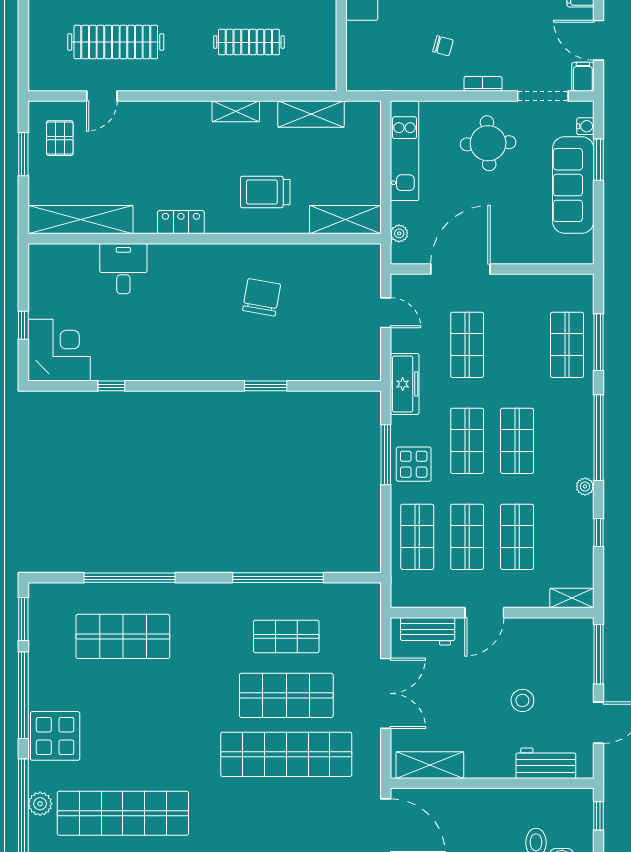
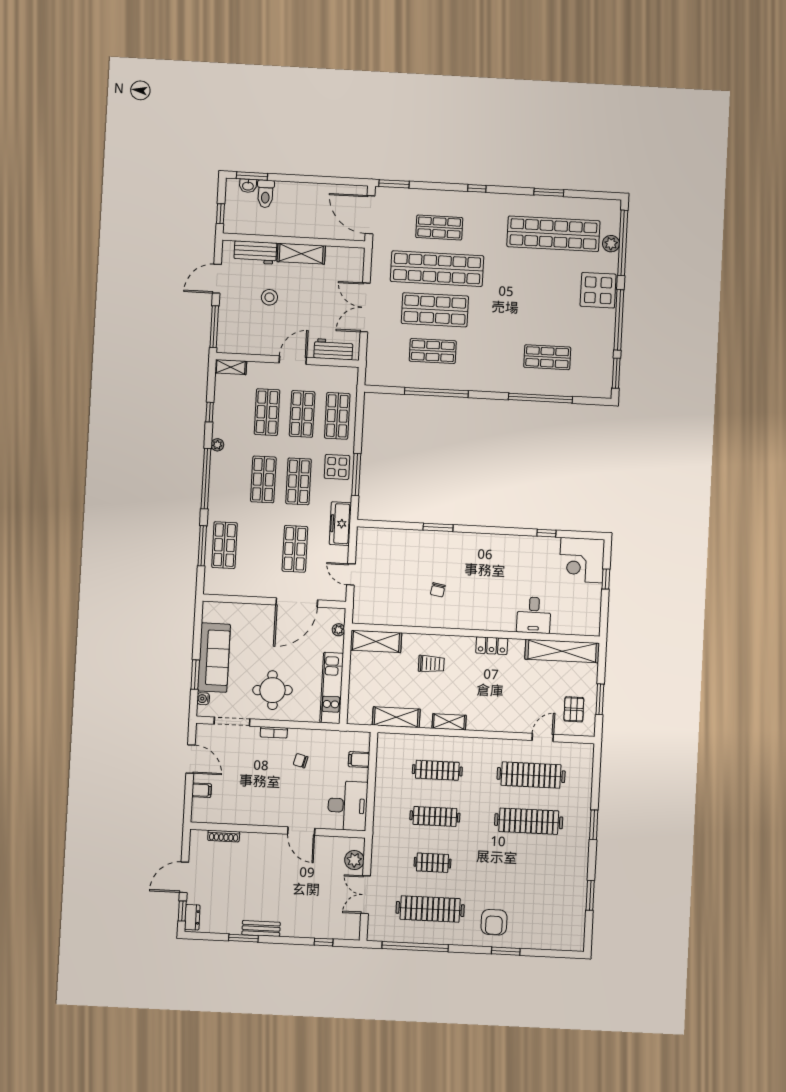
filing cabinet: (583, 77) -> (359, 760), moved, turned 90
trolley: (265, 192) -> (431, 664), width x0.73, depth x0.72
chair: (262, 297) -> (438, 590), width x0.54, depth x0.54
shop shelf: (123, 636) -> (547, 357), width x0.70, depth x0.74
shelving: (430, 765) -> (301, 254), moved
shop shelf: (286, 813) -> (439, 227), added

